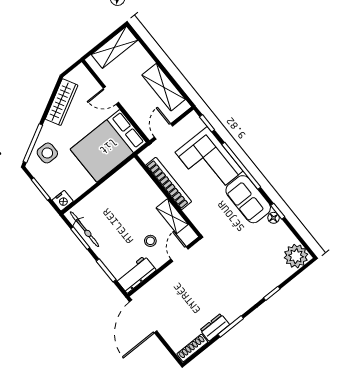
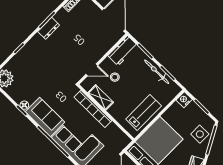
bookcase: (169, 183) -> (93, 109), moved
lab bench: (118, 190) -> (144, 113), added
bicycle: (84, 229) -> (157, 72), moved
door: (180, 254) -> (92, 70), hinge flipped
dresser: (215, 327) -> (49, 28), moved

